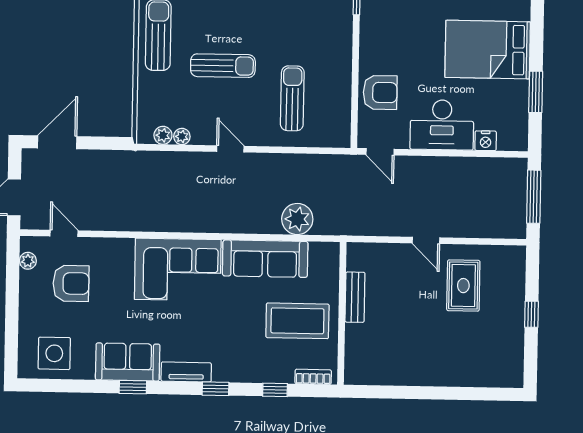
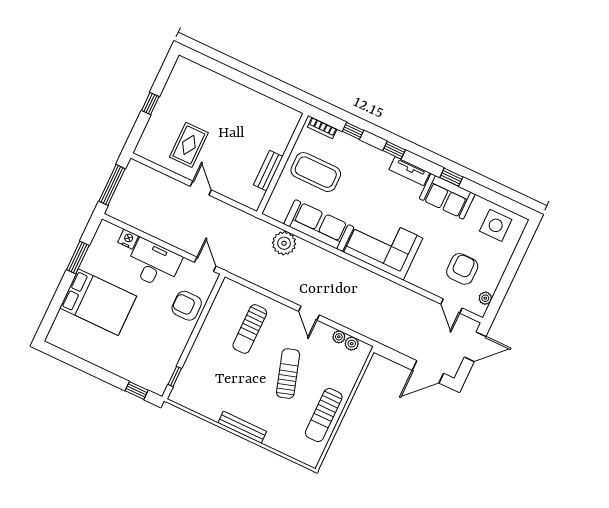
sun lounger: (223, 66) -> (288, 374), turned 73
armchair: (71, 283) -> (462, 269), turned 90

